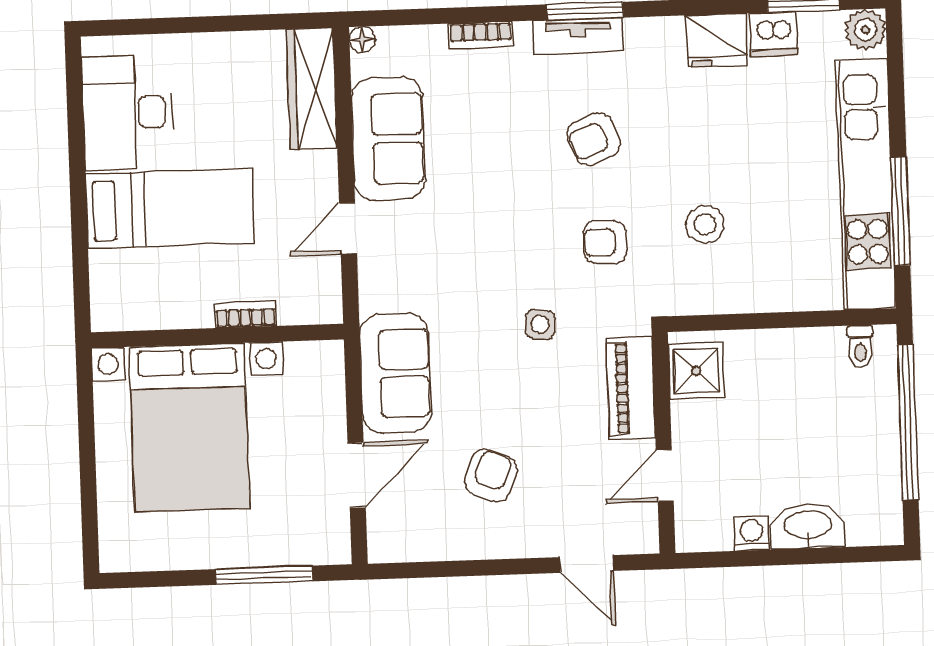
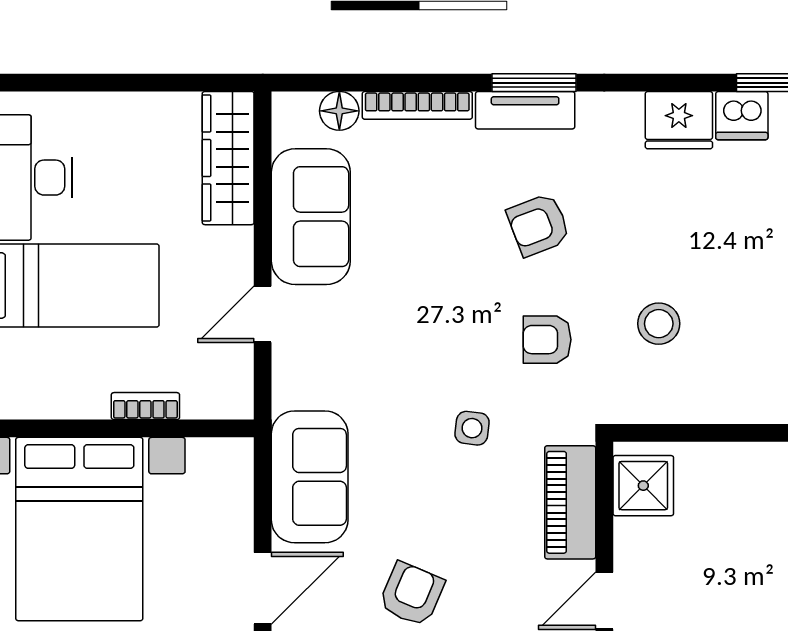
bookcase: (481, 35) -> (417, 105), width x1.56
floor lamp: (362, 40) -> (339, 111), moved, width x1.37, depth x1.37

